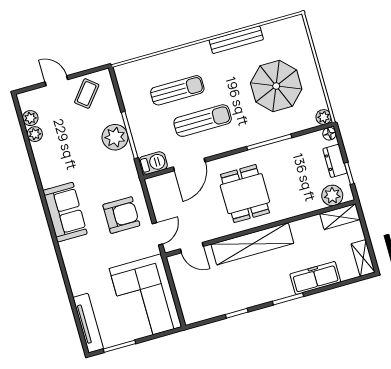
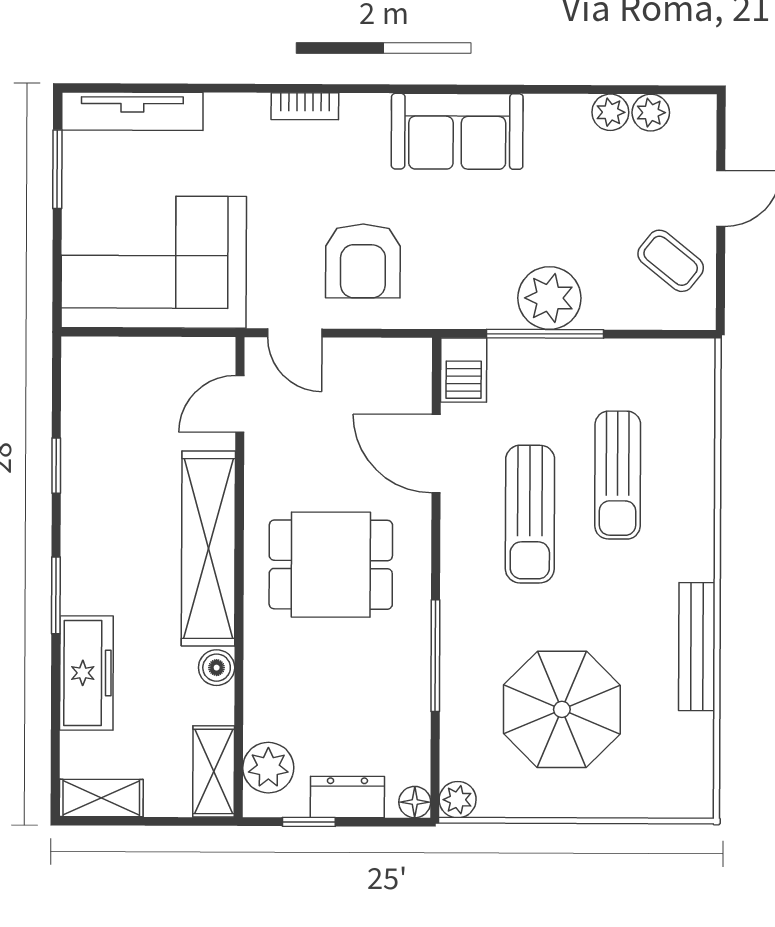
sofa: (65, 212) -> (457, 131), moved
boiler: (299, 227) -> (217, 668), added
bookcase: (67, 255) -> (305, 106), added

